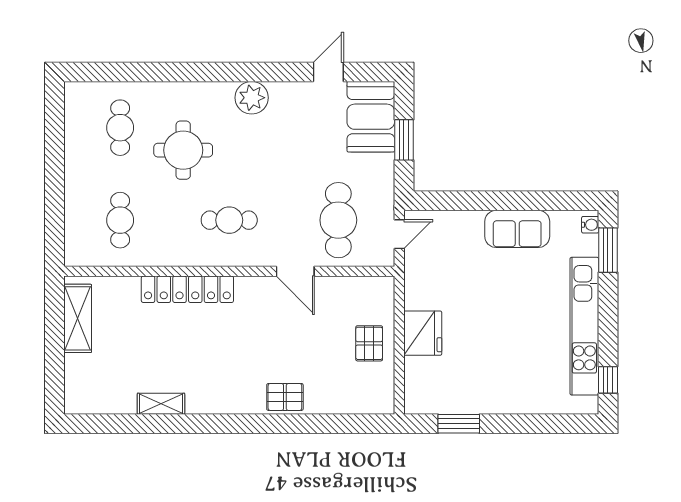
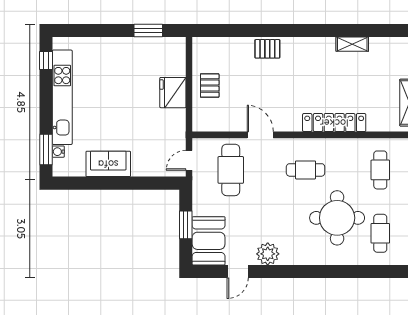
plant: (252, 98) -> (268, 254), moved
round table: (183, 150) -> (337, 218), width x1.36, depth x1.36
water cooler: (590, 225) -> (58, 152), moved

